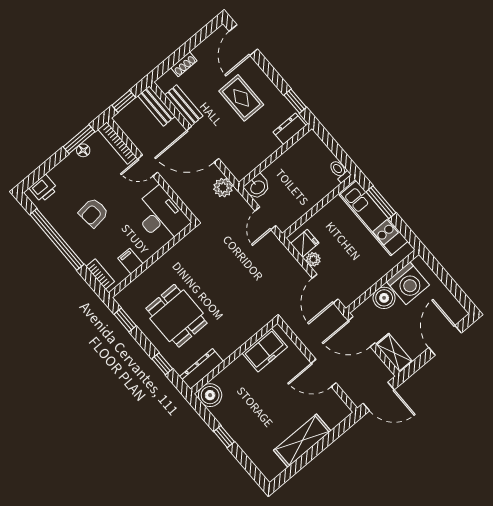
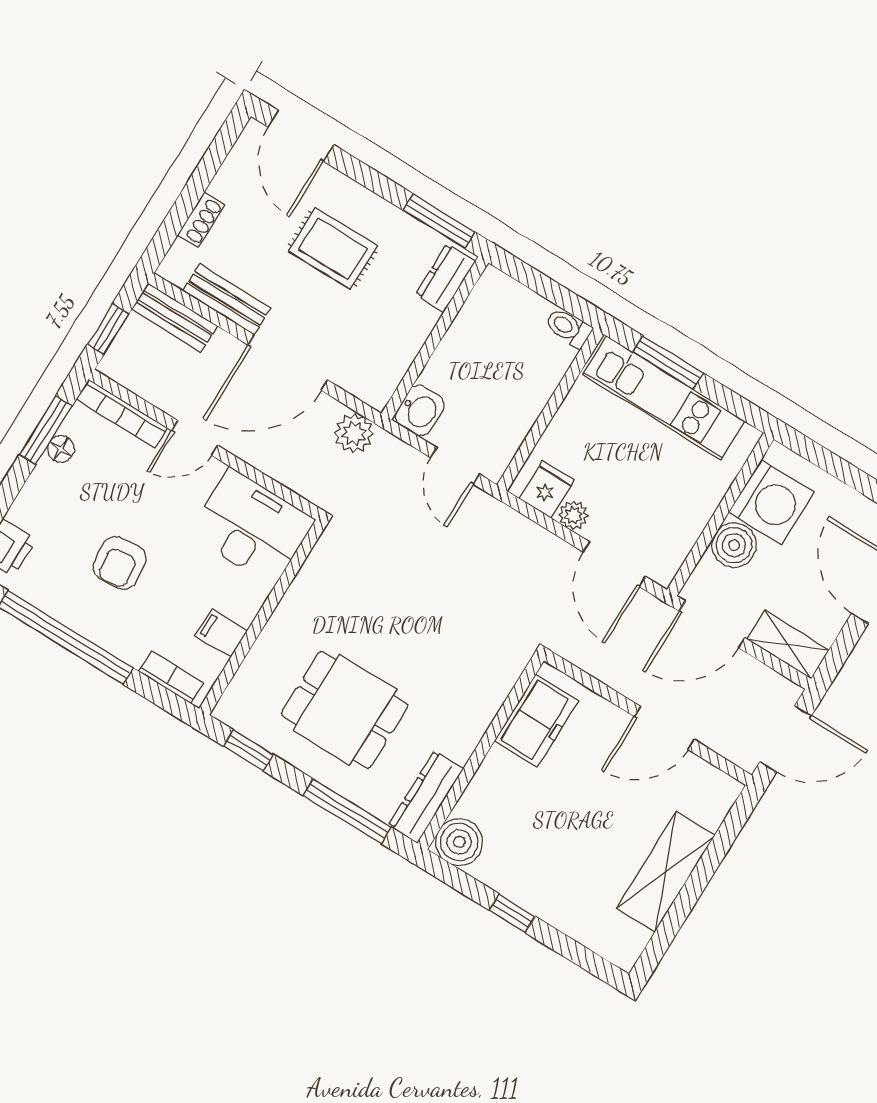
window: (295, 101) -> (439, 221), width x1.50
window: (162, 364) -> (347, 811), width x2.17

